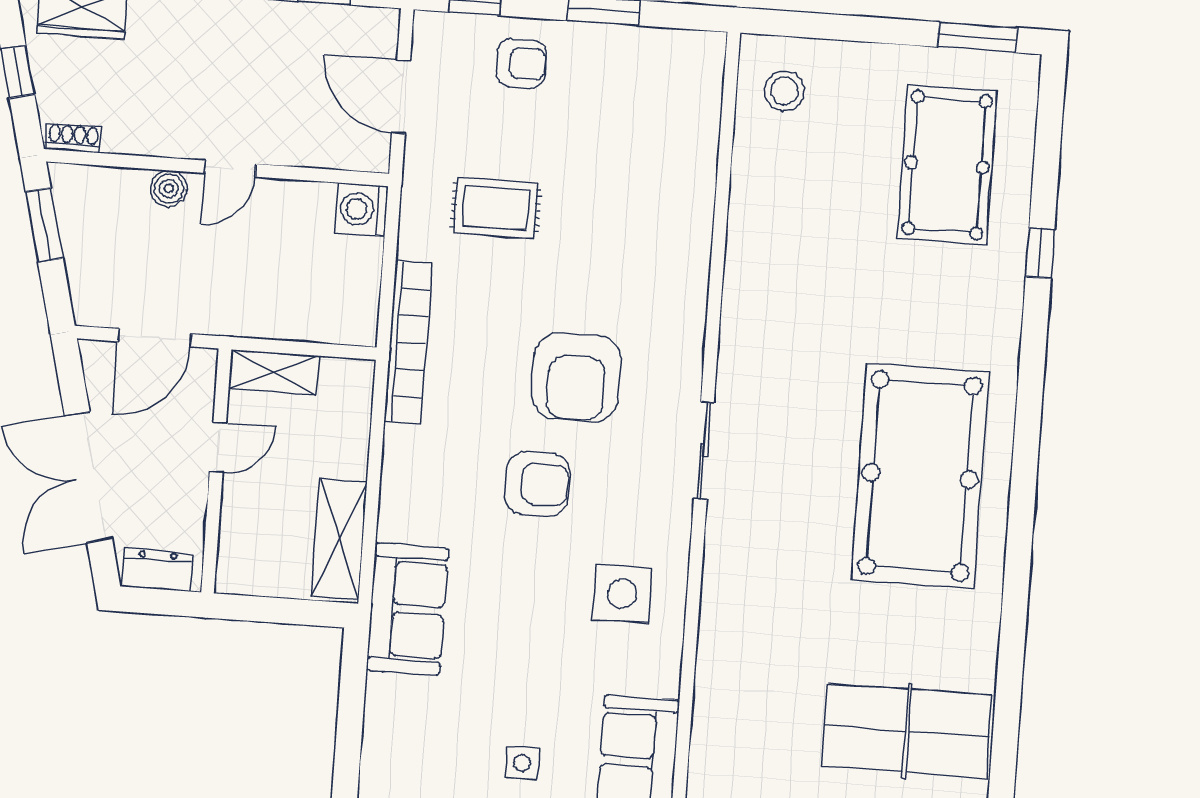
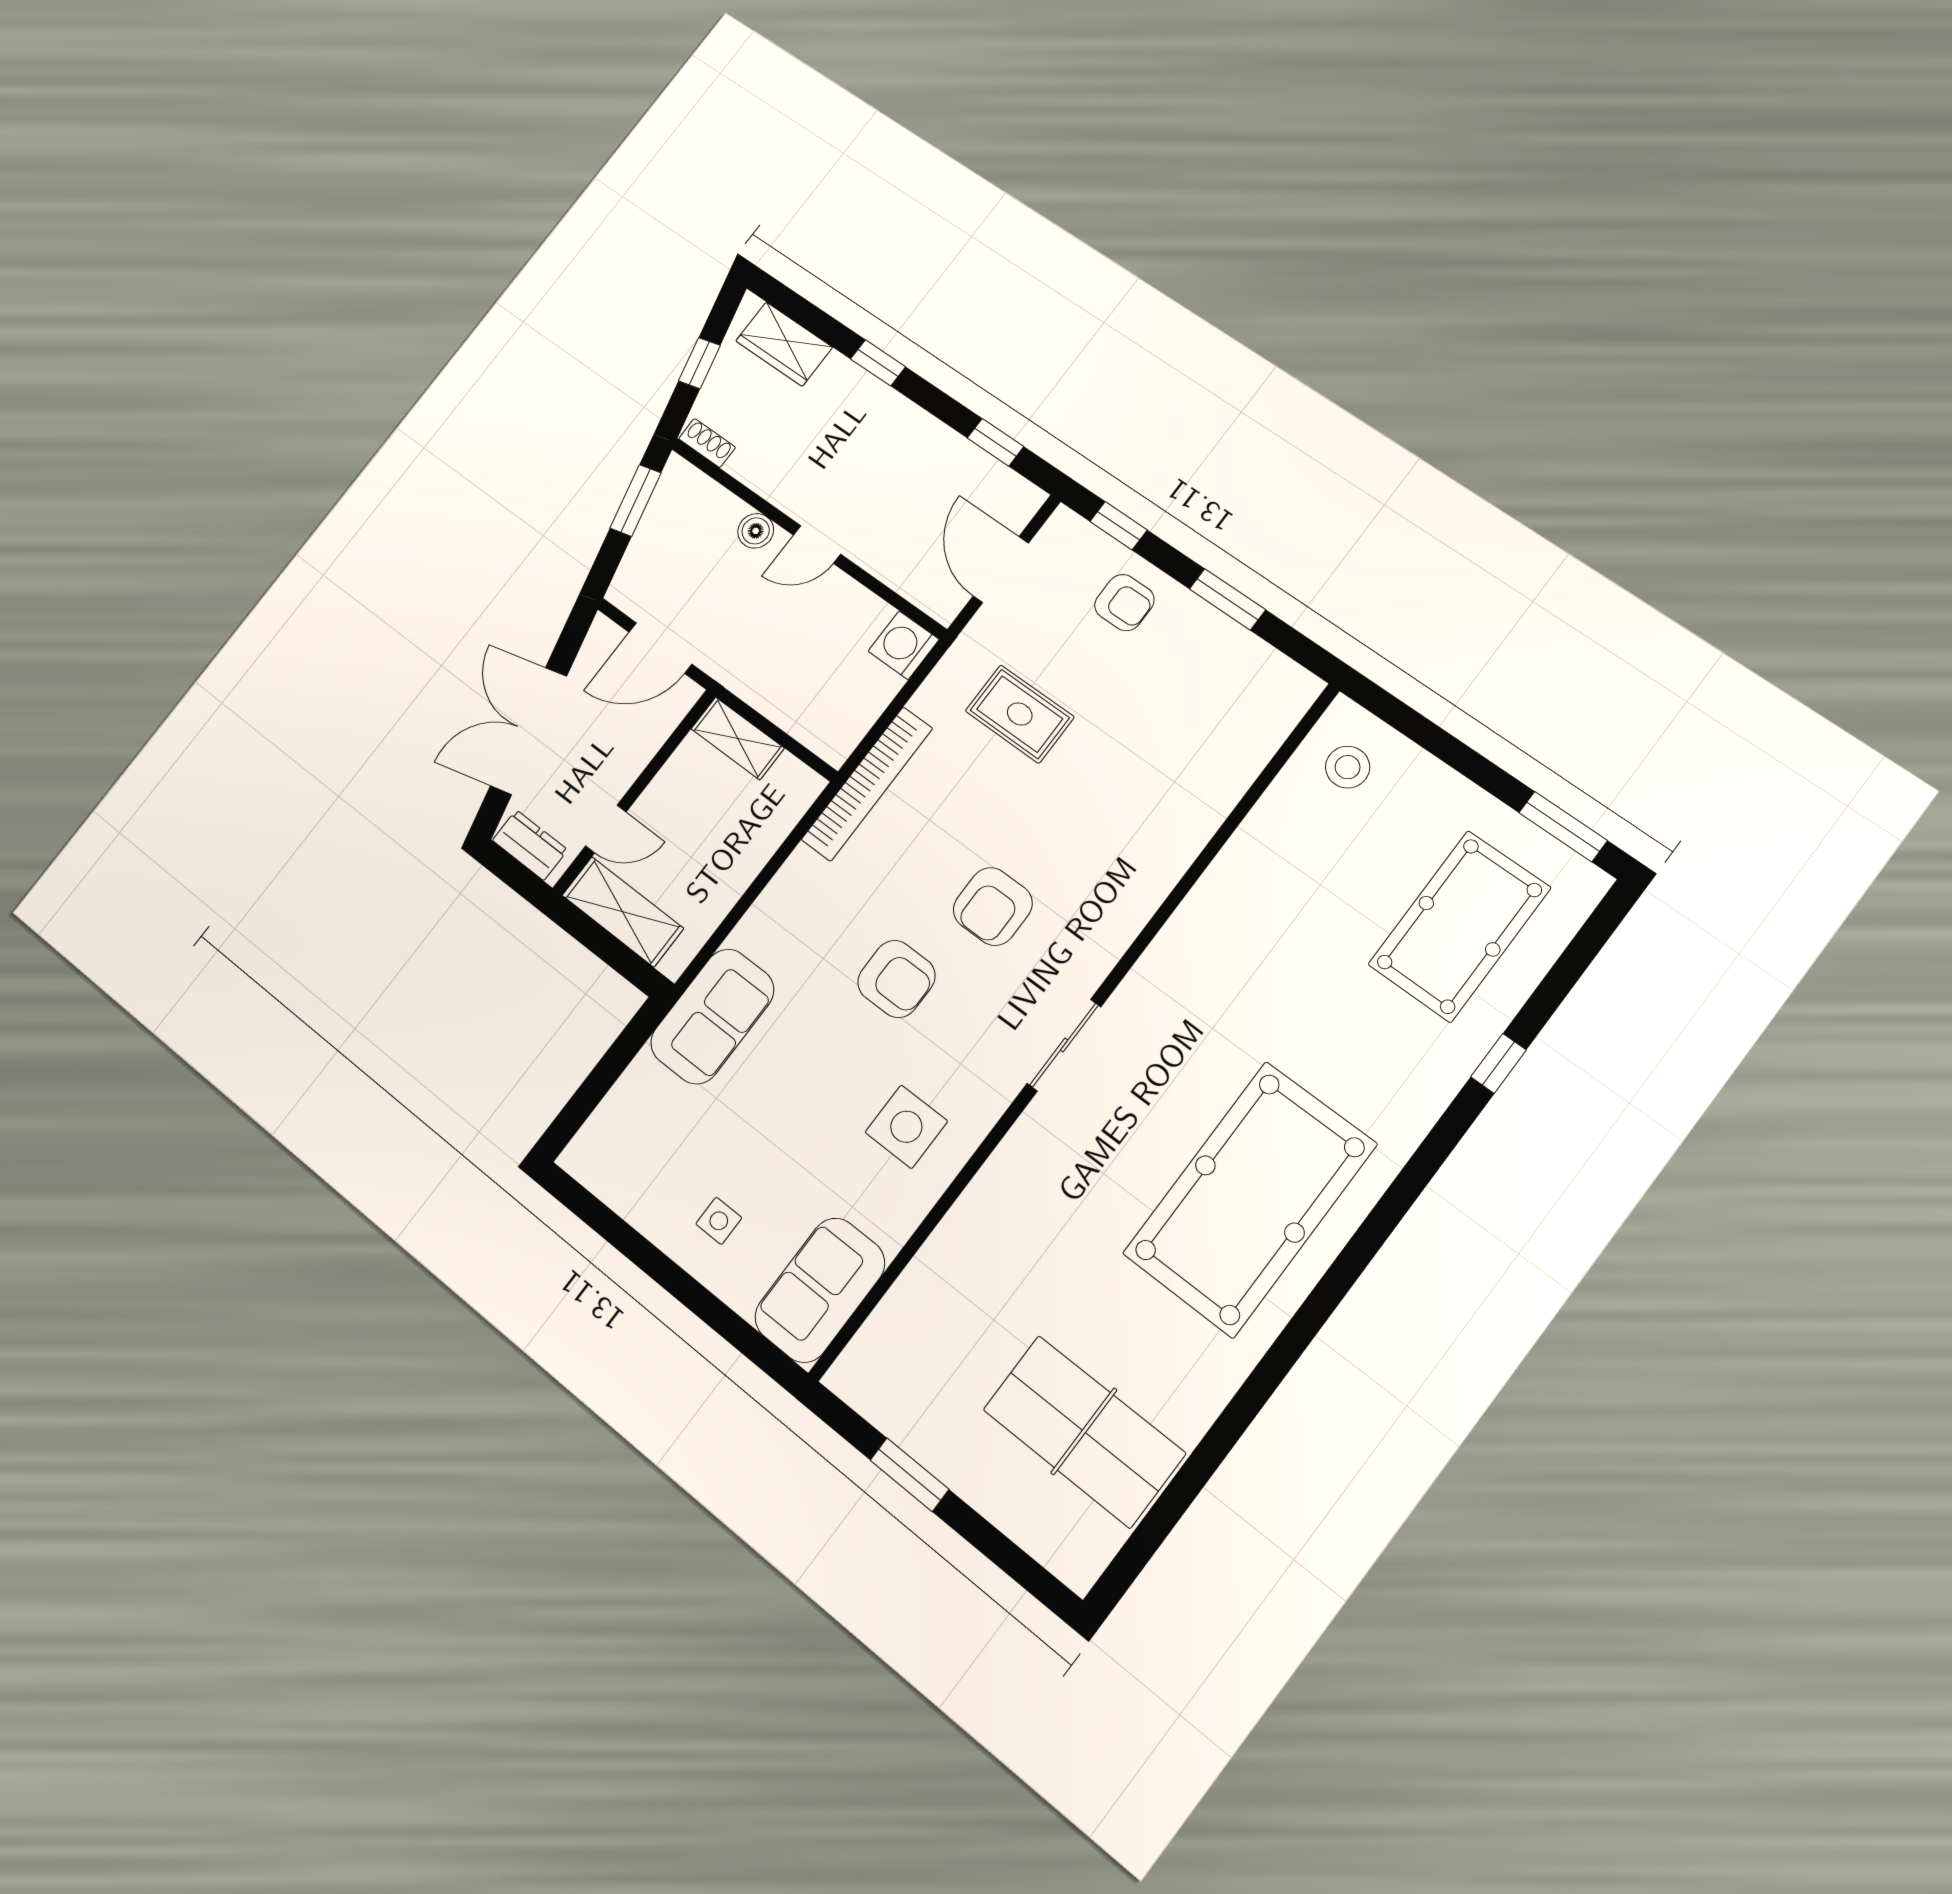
armchair: (576, 377) -> (993, 906), width x0.73, depth x0.73
door: (218, 447) -> (606, 829), moved
shelving: (339, 539) -> (623, 912), moved, turned 90

